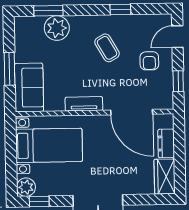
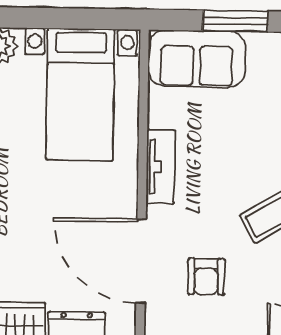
armchair: (149, 61) -> (206, 276), moved, turned -90
door: (132, 112) -> (141, 261), hinge flipped

